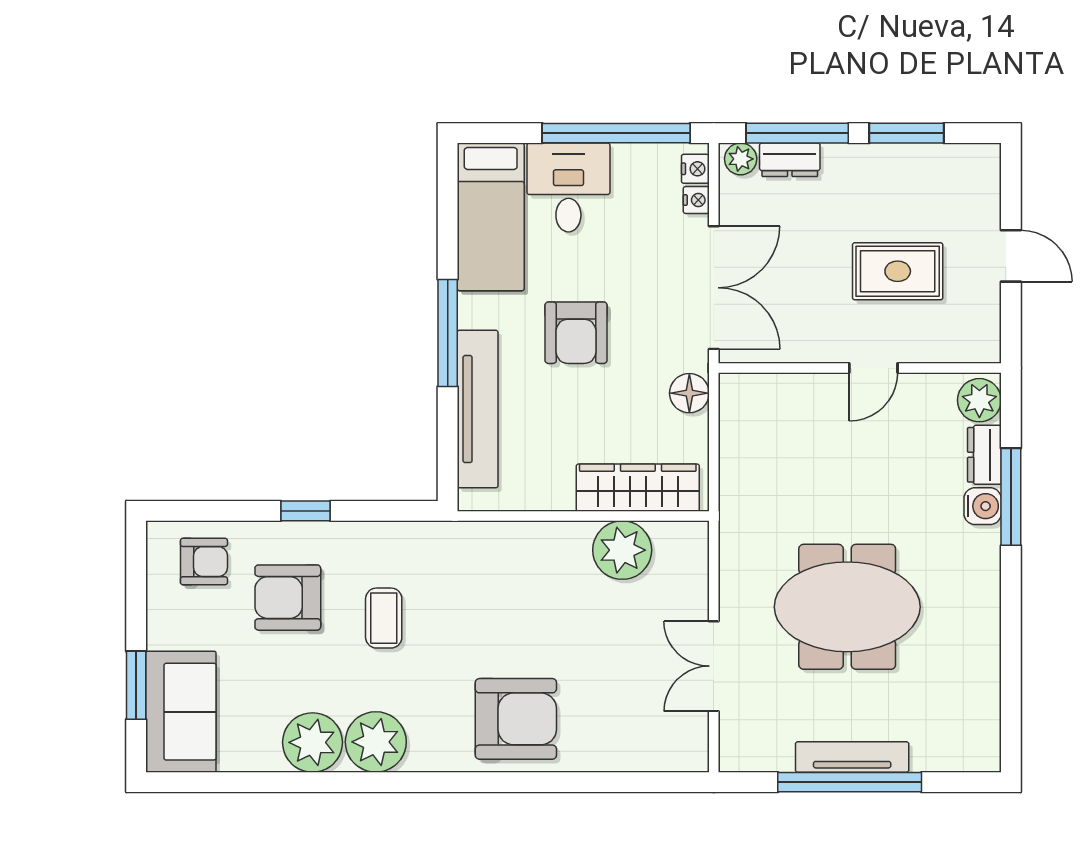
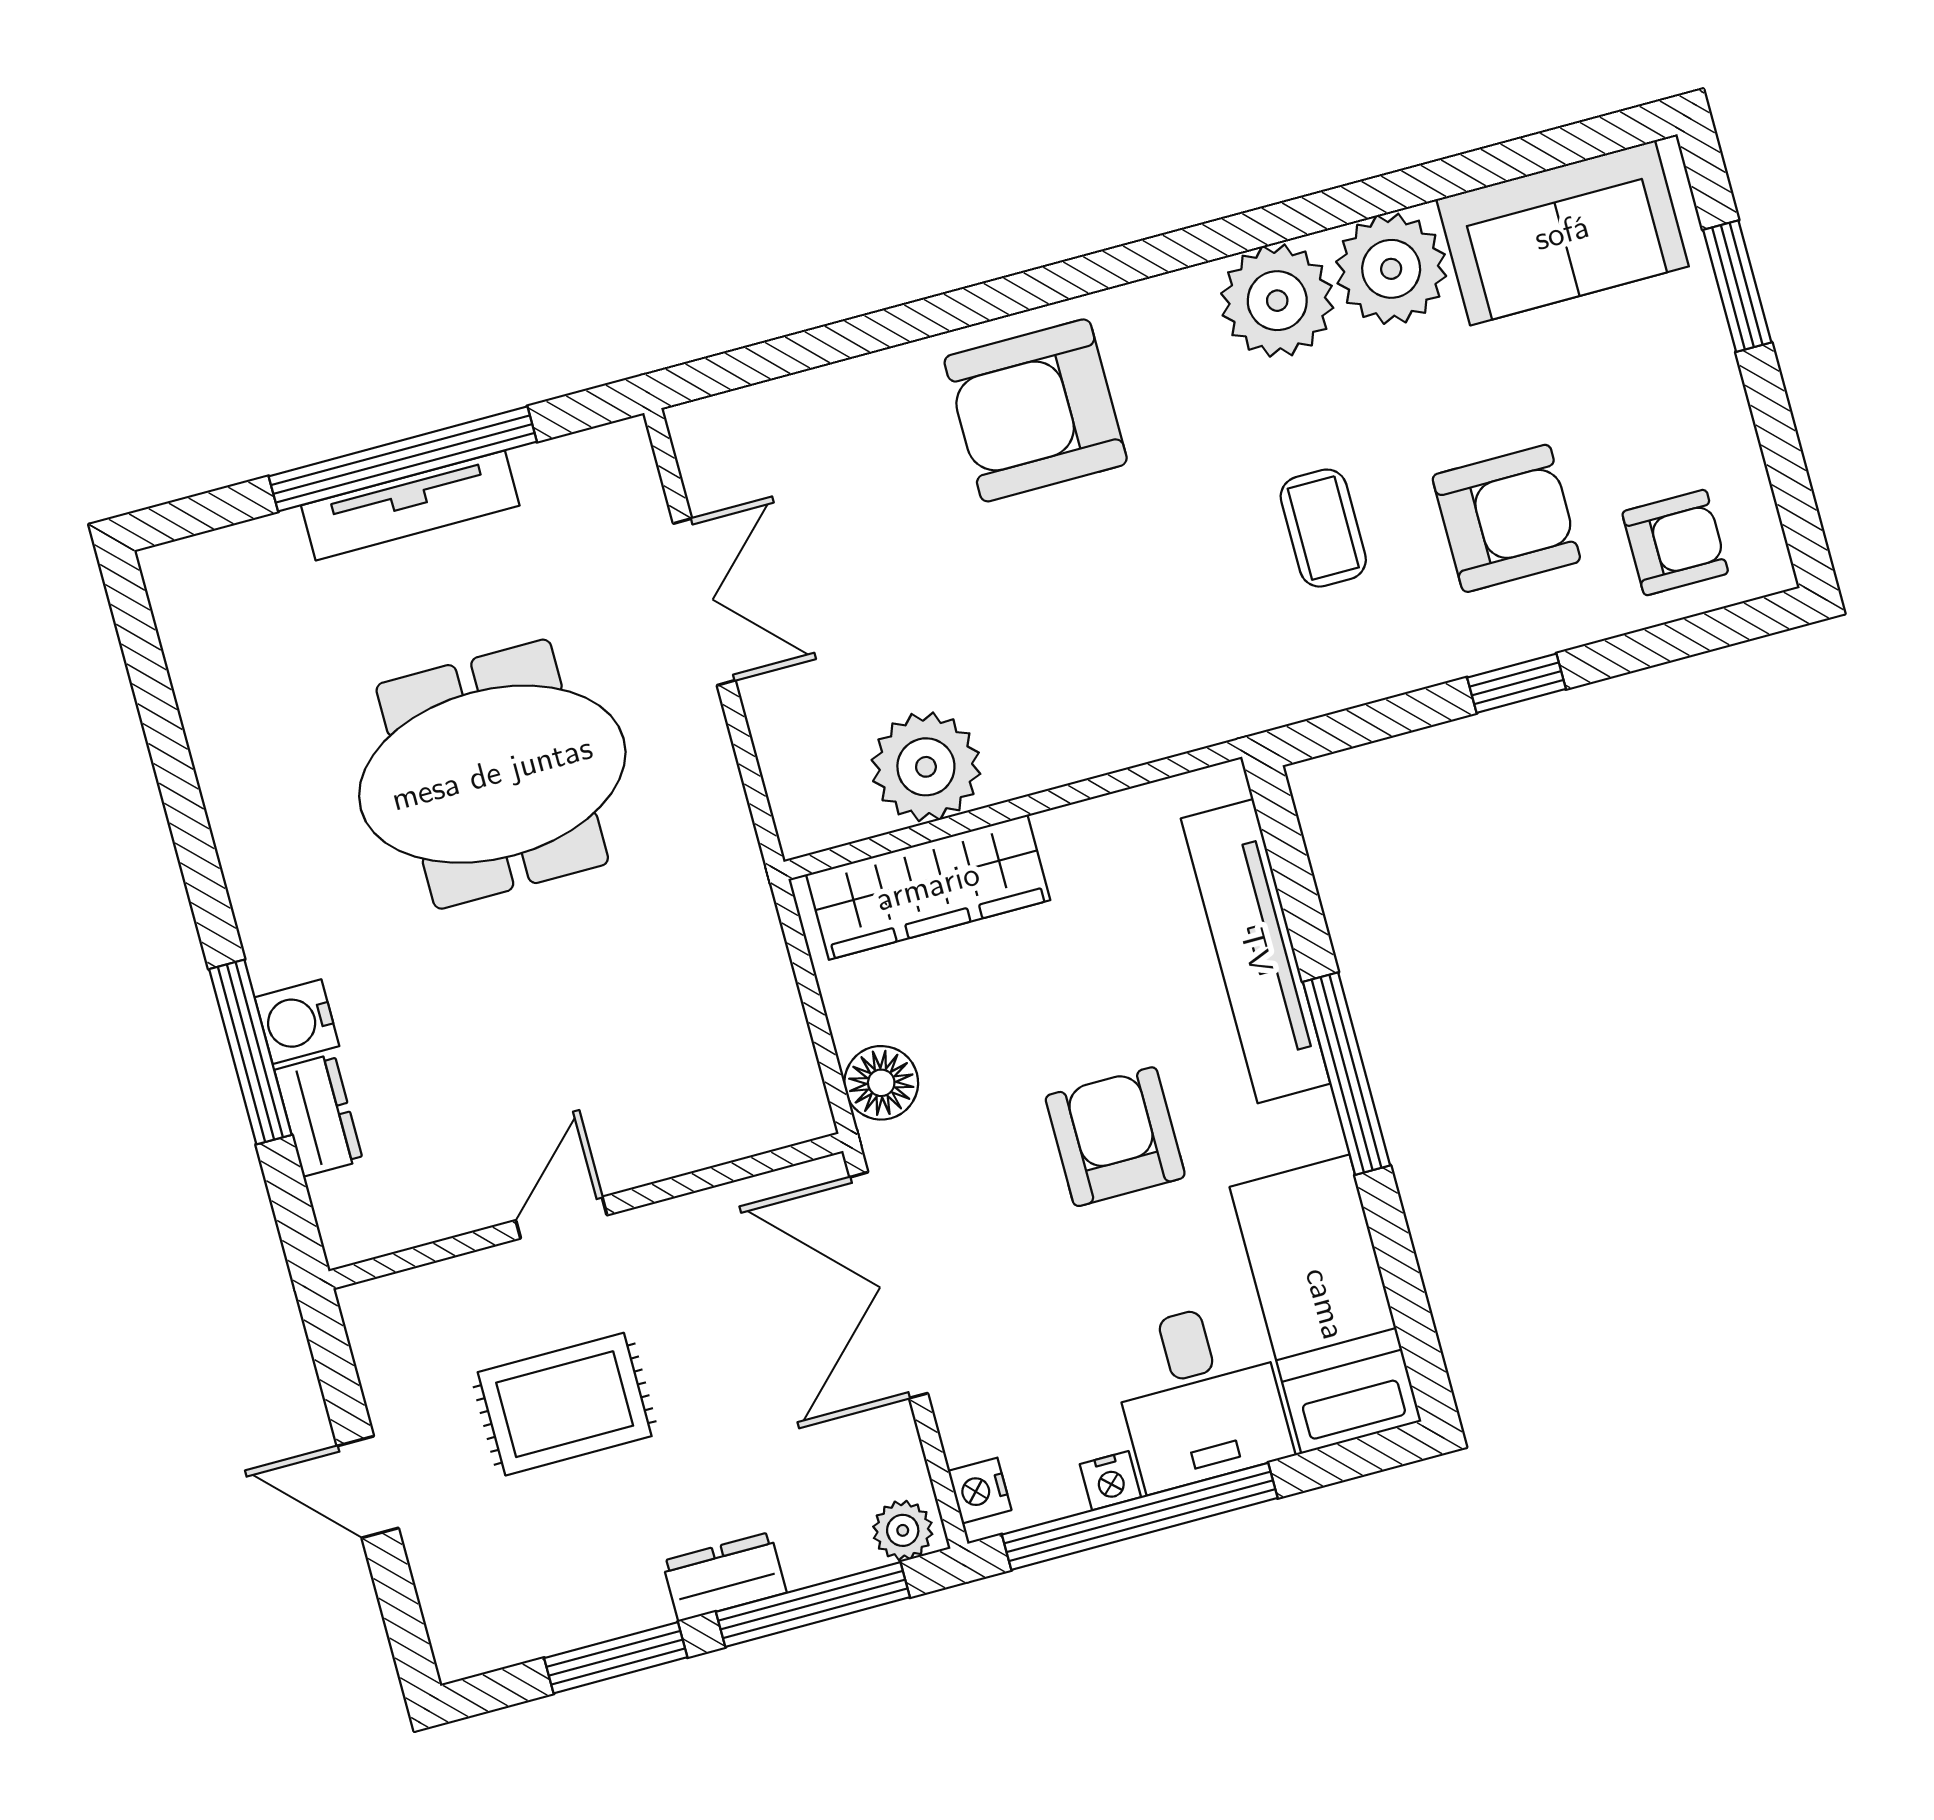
dresser: (790, 160) -> (724, 1577), moved
nightstand: (696, 200) -> (1110, 1481), moved, turned -90
plant: (979, 400) -> (354, 1211), removed
armchair: (204, 562) -> (1675, 543), turned 180
sofa: (181, 712) -> (1562, 233), moved, turned -90

